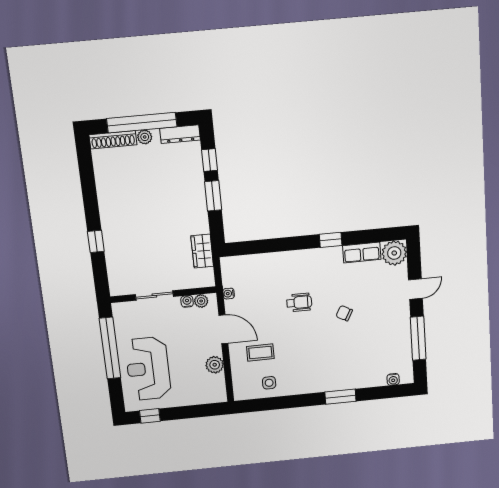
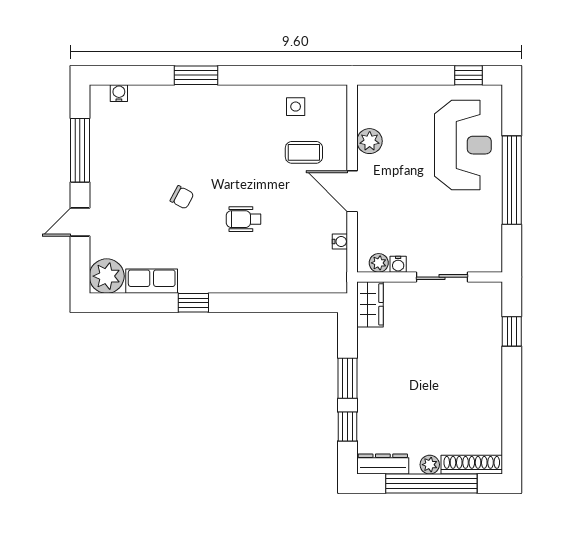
sliding door: (154, 295) -> (442, 277), moved
wall: (163, 295) -> (430, 277), moved
water cooler: (187, 301) -> (398, 264), moved
plant: (201, 301) -> (379, 263), moved

